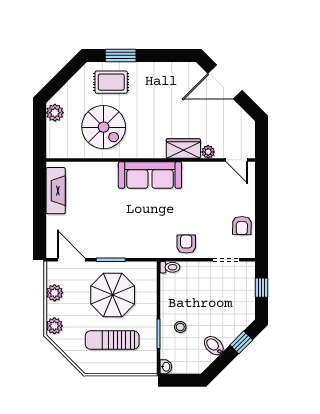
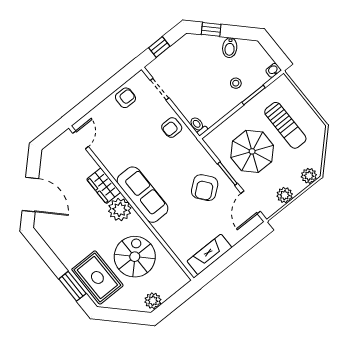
rug: (111, 82) -> (97, 277), width x1.36, depth x1.43
plant: (208, 152) -> (120, 210), moved, width x1.88, depth x1.88
armchair: (114, 231) -> (205, 188), added

